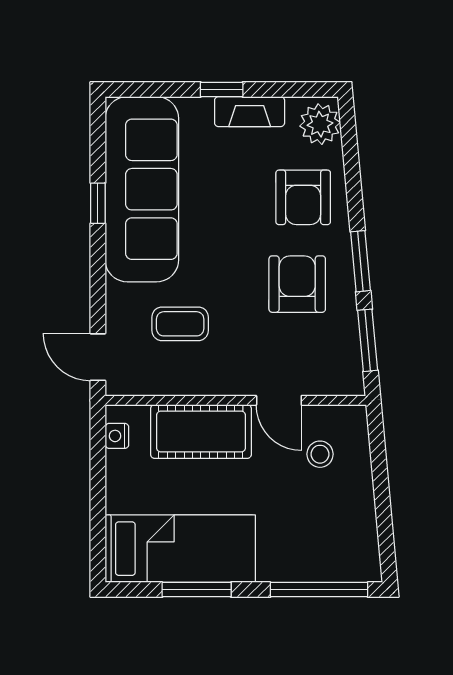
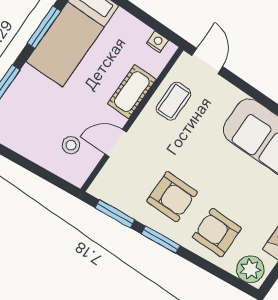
coffee table: (180, 324) -> (174, 101), moved
door: (98, 357) -> (207, 61), hinge flipped
cot: (201, 432) -> (132, 92), width x0.73, depth x0.75

